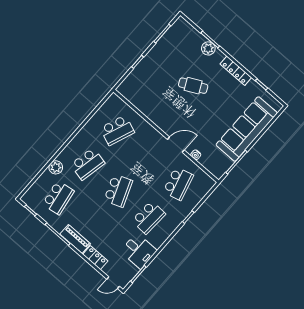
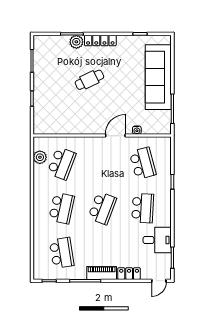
locker: (236, 71) -> (100, 40), moved
plant: (56, 167) -> (40, 157), moved
school desk: (118, 191) -> (102, 208), turned 42

